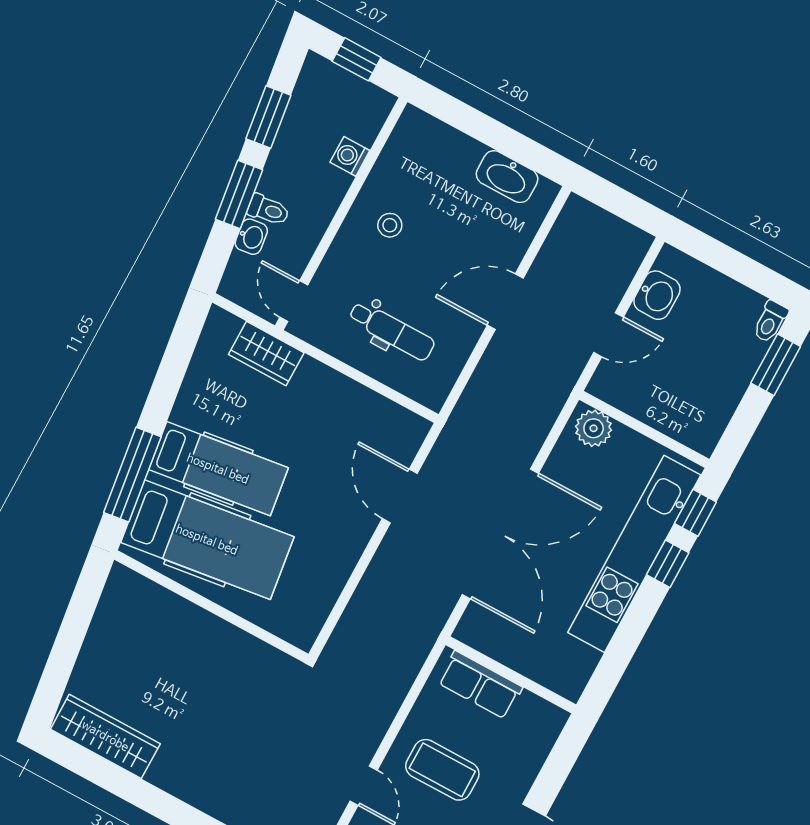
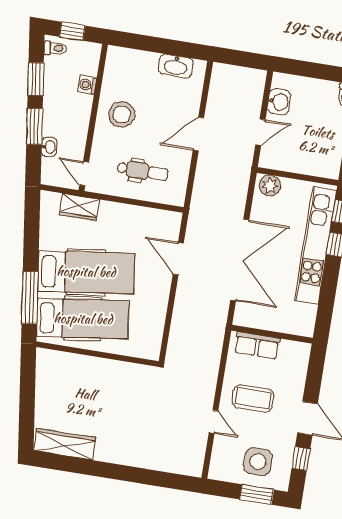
toilet: (268, 210) -> (55, 48), moved
stool: (390, 225) -> (122, 114), width x1.89, depth x1.89
hospital bed: (218, 469) -> (86, 272), width x1.37, depth x1.29

